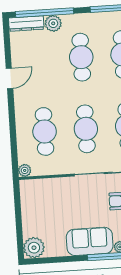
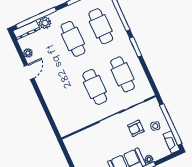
cafe table: (45, 131) -> (67, 100), removed
plant: (25, 170) -> (28, 53), moved

